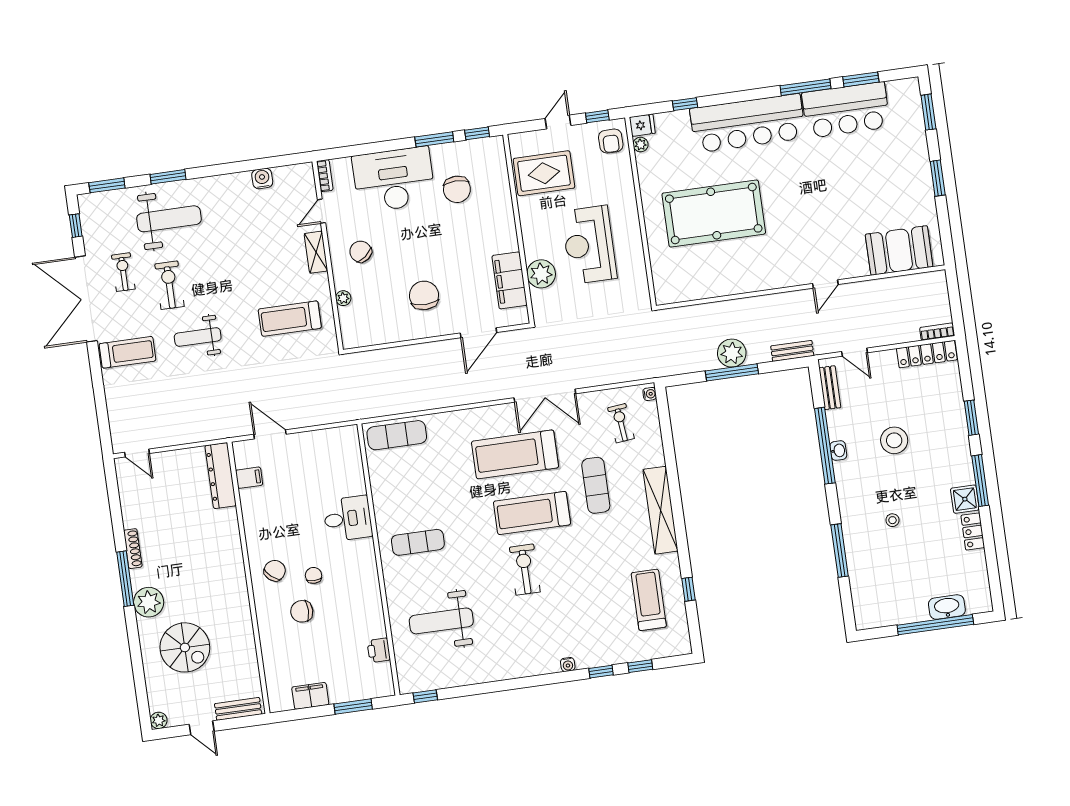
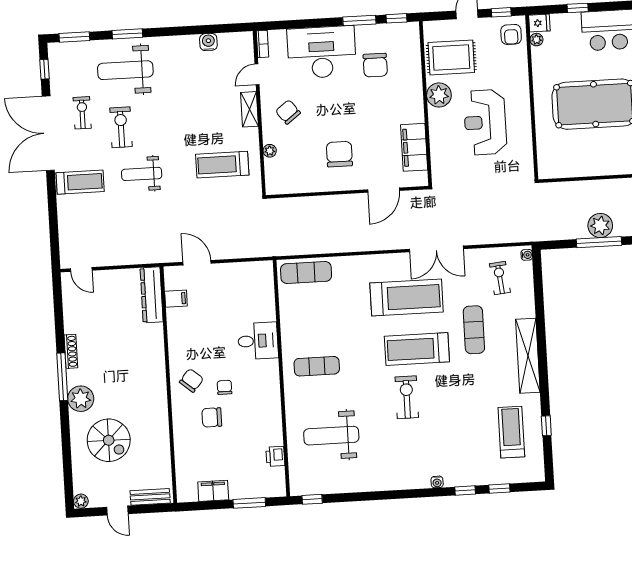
weight bench: (169, 219) -> (125, 70), turned 180
plant: (541, 274) -> (439, 95), moved
treadmill: (515, 454) -> (407, 297), turned 180

